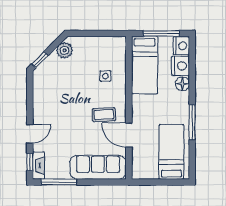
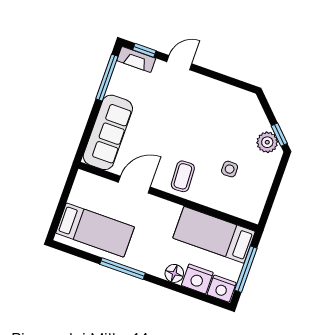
window: (40, 60) -> (279, 135), moved
side table: (105, 76) -> (230, 169), moved
coffee table: (104, 115) -> (183, 176), moved
door: (30, 134) -> (179, 63), swing flipped

